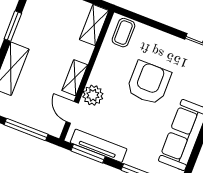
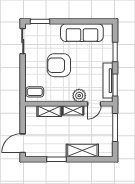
shelving: (94, 25) -> (49, 111), moved

